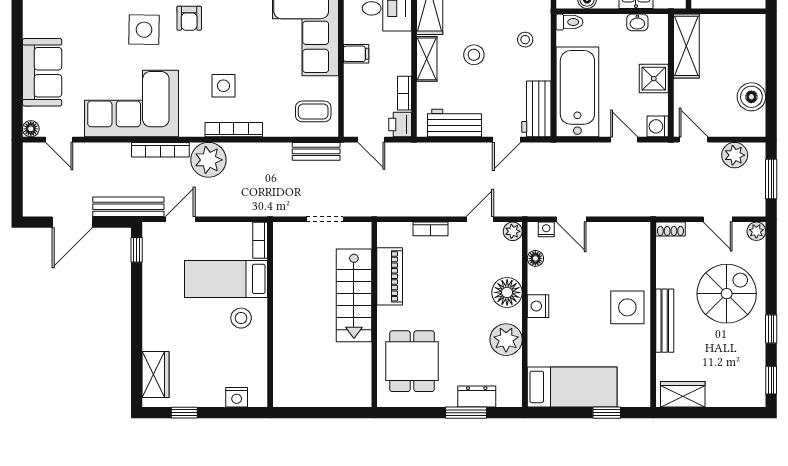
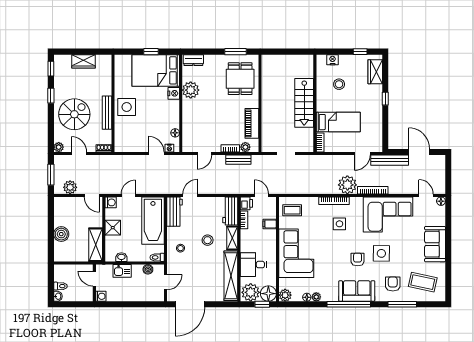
filing cabinet: (356, 54) -> (270, 224), moved
sofa: (42, 72) -> (435, 244), moved
boiler: (751, 97) -> (61, 234), moved
workbench: (454, 123) -> (230, 211), moved, turned 90
door: (624, 140) -> (128, 195), swing flipped
bench: (316, 151) -> (238, 160), moved
door: (72, 222) -> (419, 152), hinge flipped
plant: (513, 231) -> (245, 147), moved
window: (137, 250) -> (385, 99), moved
floor lamp: (507, 292) -> (190, 115), removed
spiral stairs: (727, 294) -> (74, 114), turned 180
stairs: (354, 295) -> (304, 103), moved, turned 180
nightstand: (538, 306) -> (174, 93), moved
stool: (241, 318) -> (339, 84), moved
bench: (665, 321) -> (107, 113), moved
bed: (572, 387) -> (156, 70), width x1.50
wardrobe: (683, 394) -> (84, 61), moved
dresser: (477, 396) -> (193, 60), moved
window: (466, 413) -> (236, 52), moved
window: (607, 413) -> (151, 52), moved

